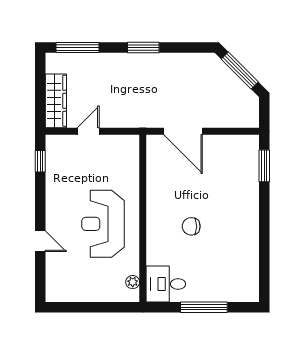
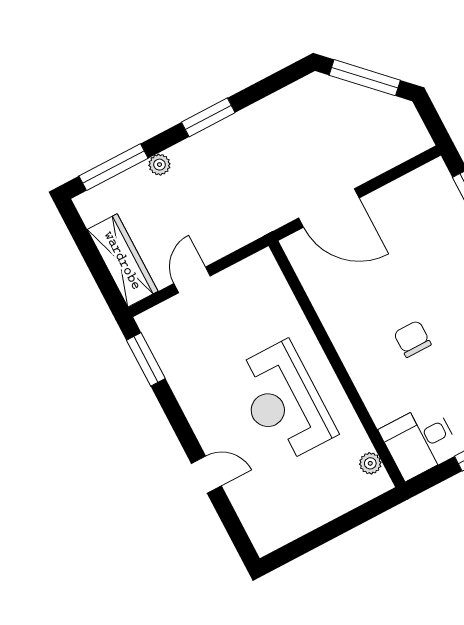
plant: (103, 59) -> (159, 165), added
window: (40, 161) -> (146, 359), width x1.50
chair: (191, 226) -> (412, 339), turned 90

